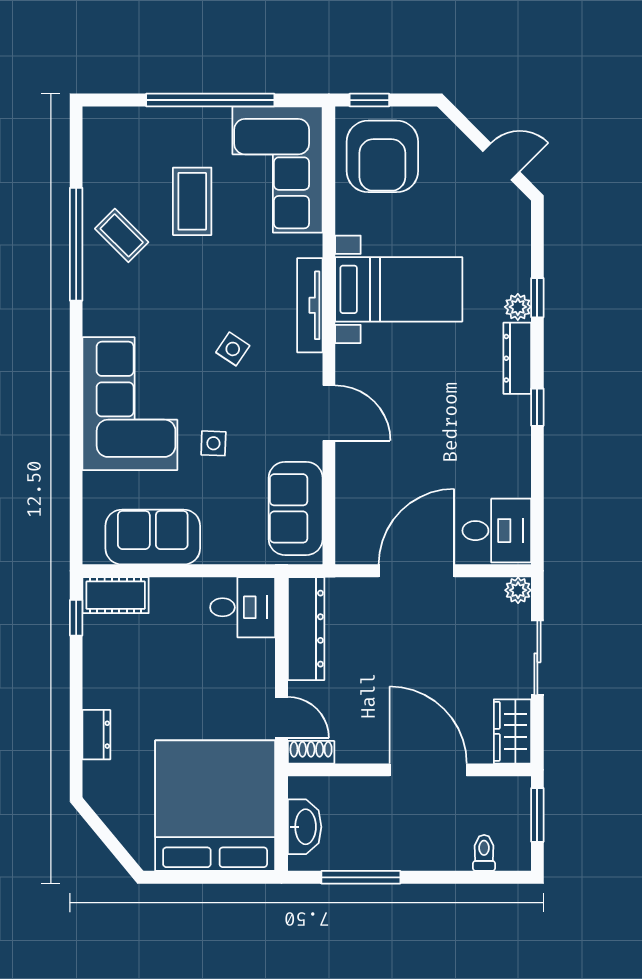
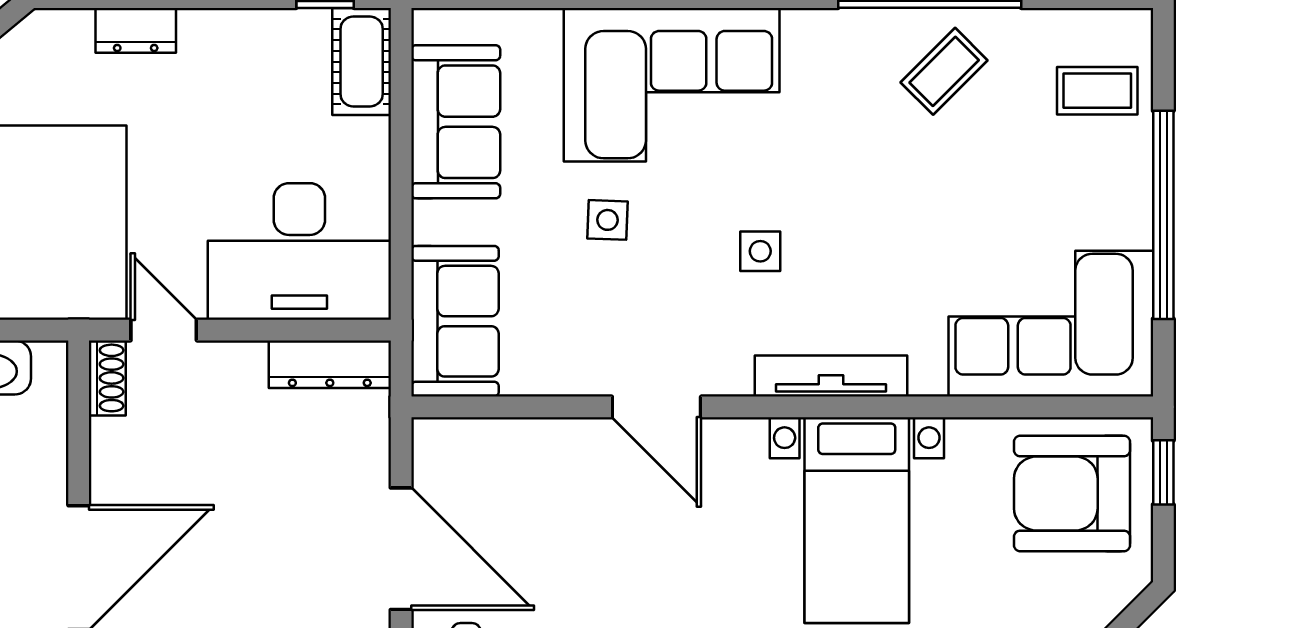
coffee table: (192, 201) -> (1097, 91), moved, width x0.73, depth x0.77
side table: (233, 349) -> (760, 251), turned -34
door: (329, 413) -> (656, 407), hinge flipped
sofa: (296, 508) -> (455, 321), moved, turned 90
desk: (243, 607) -> (299, 251), width x1.87, depth x1.30
dresser: (306, 629) -> (330, 364), width x0.73, depth x0.80
door: (281, 717) -> (164, 330), swing flipped

